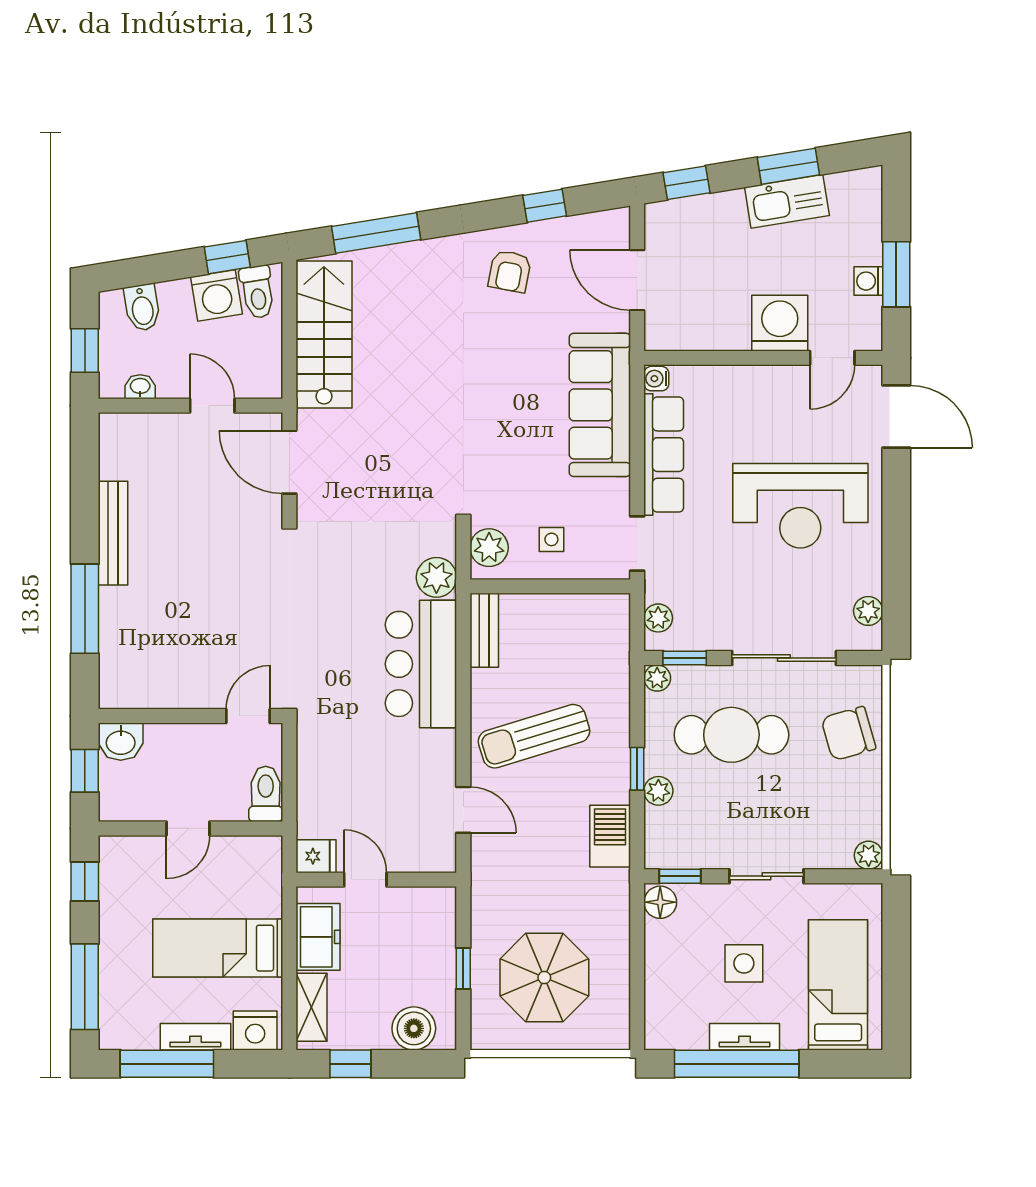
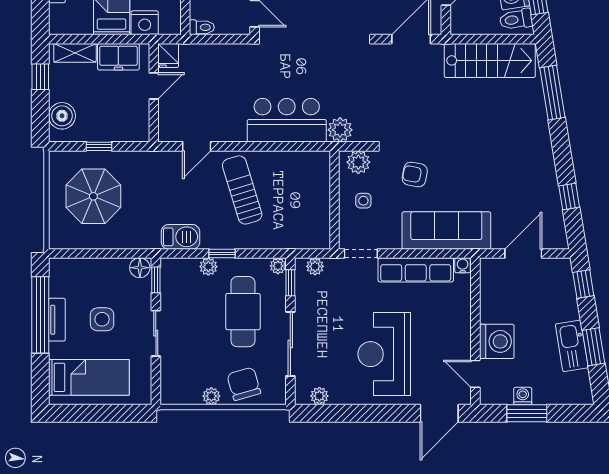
armchair: (510, 271) -> (415, 174), moved
bench: (484, 630) -> (307, 159), removed
toilet: (266, 794) -> (202, 27), width x0.73, depth x0.72
plant: (869, 855) -> (211, 396), moved
nightstand: (255, 1030) -> (145, 23), moved, turned -90

